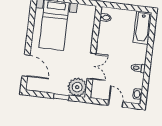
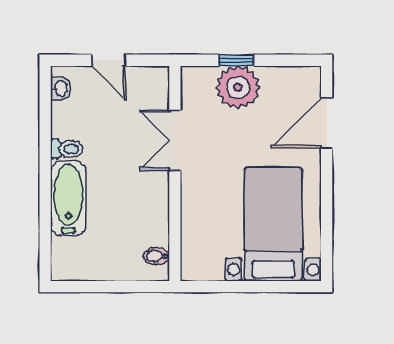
bathtub: (142, 28) -> (68, 198), moved
door: (26, 66) -> (327, 123), hinge flipped
plant: (77, 87) -> (238, 87), moved

